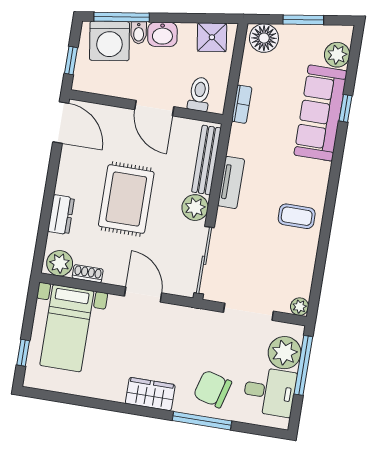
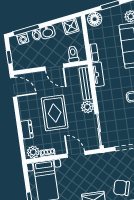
washing machine: (110, 41) -> (23, 38), width x0.53, depth x0.53
tv unit: (231, 182) -> (98, 74), moved

